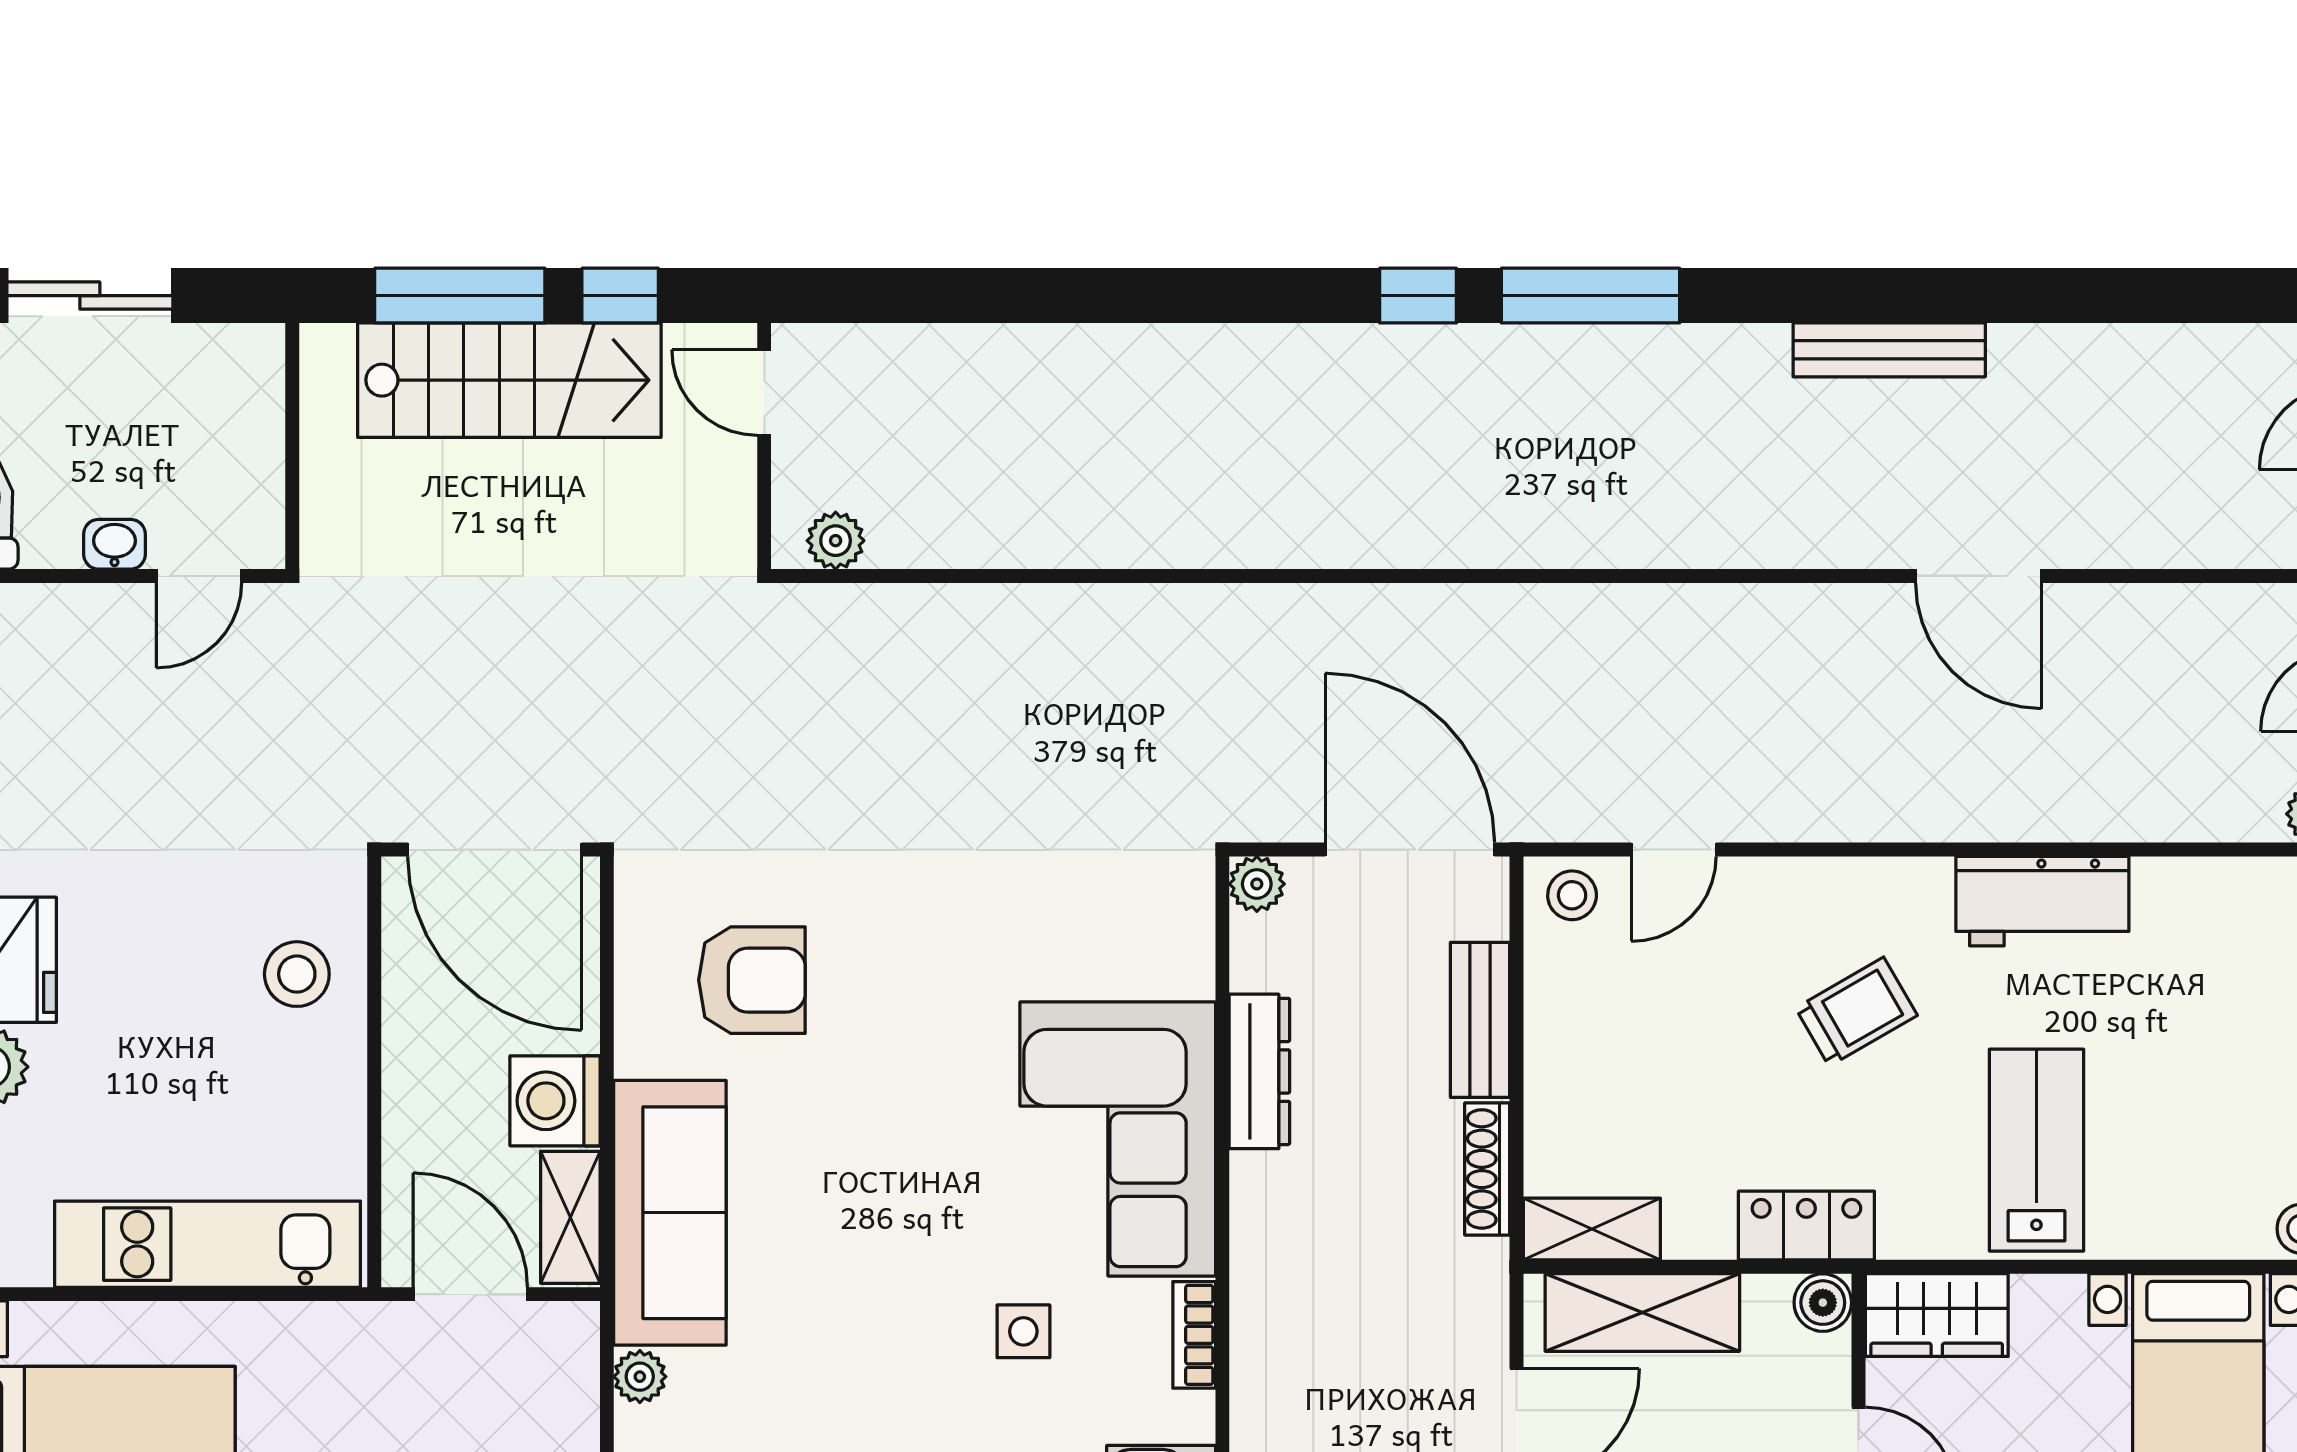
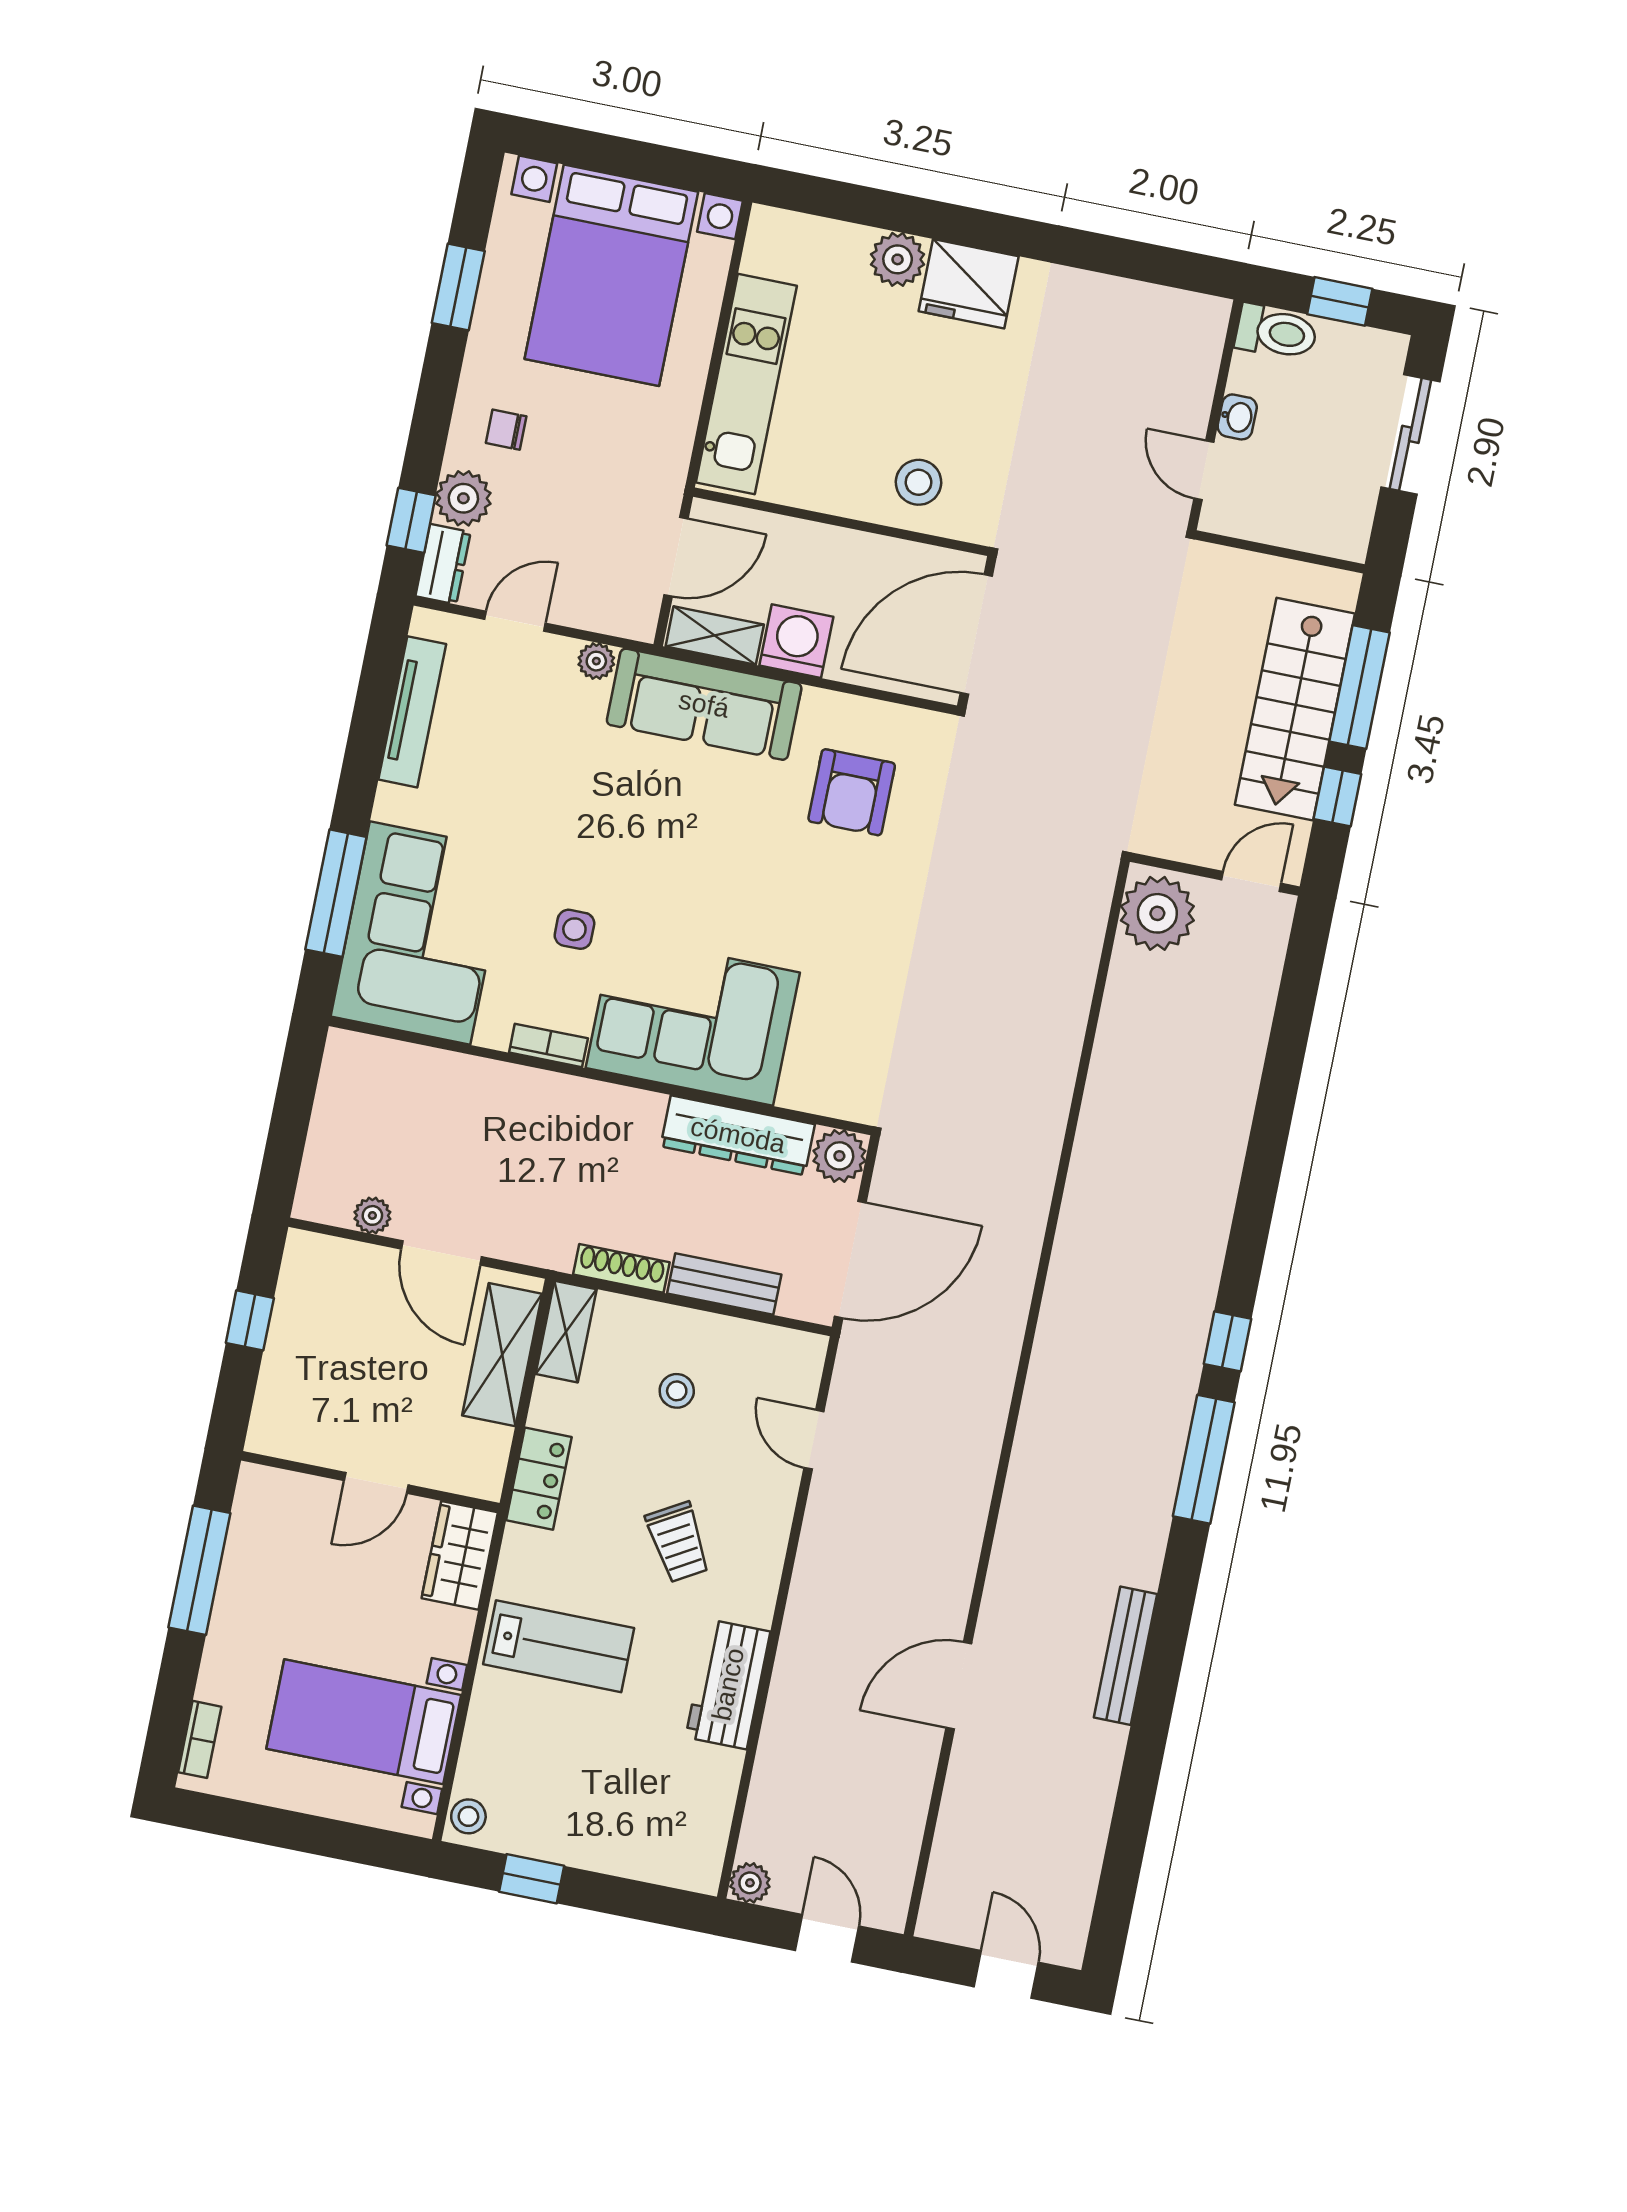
plant: (836, 541) -> (1157, 913), width x1.87, depth x1.87
plant: (1257, 884) -> (839, 1156), width x1.38, depth x1.38
stool: (1572, 895) -> (677, 1391), moved
dresser: (1259, 1071) -> (738, 1135), width x1.37, depth x1.24
boiler: (1823, 1303) -> (484, 1479), removed

